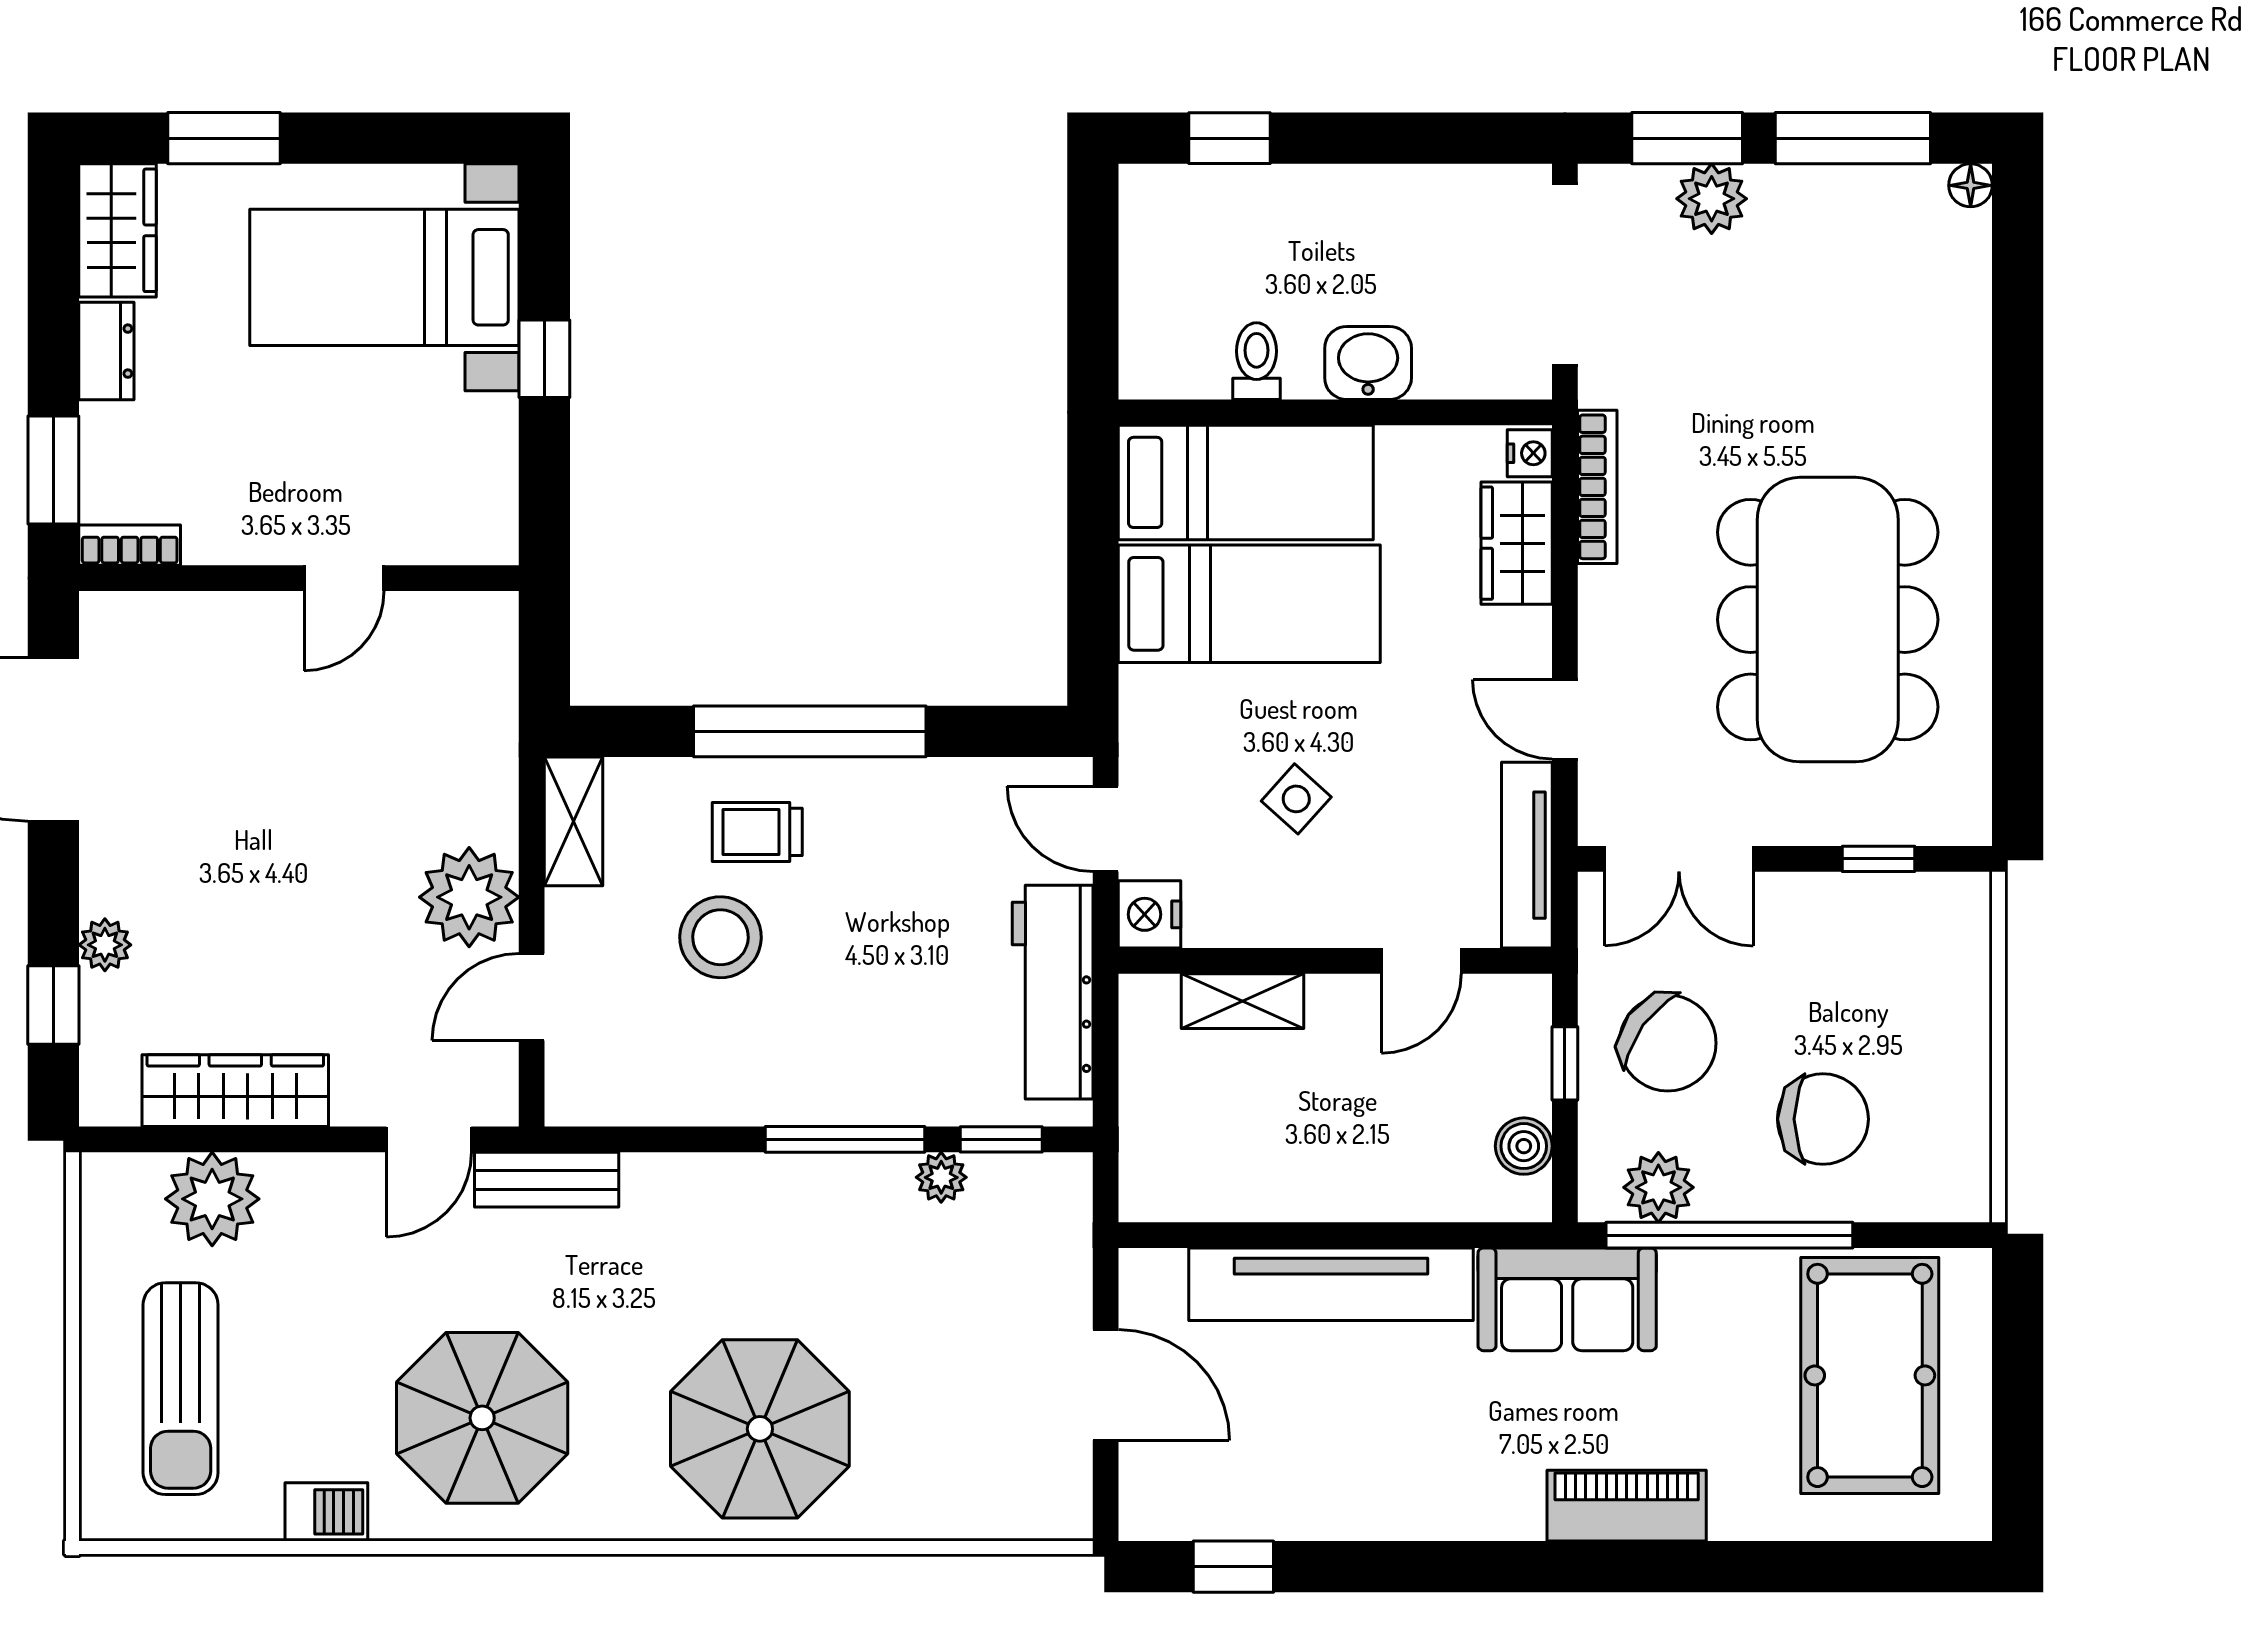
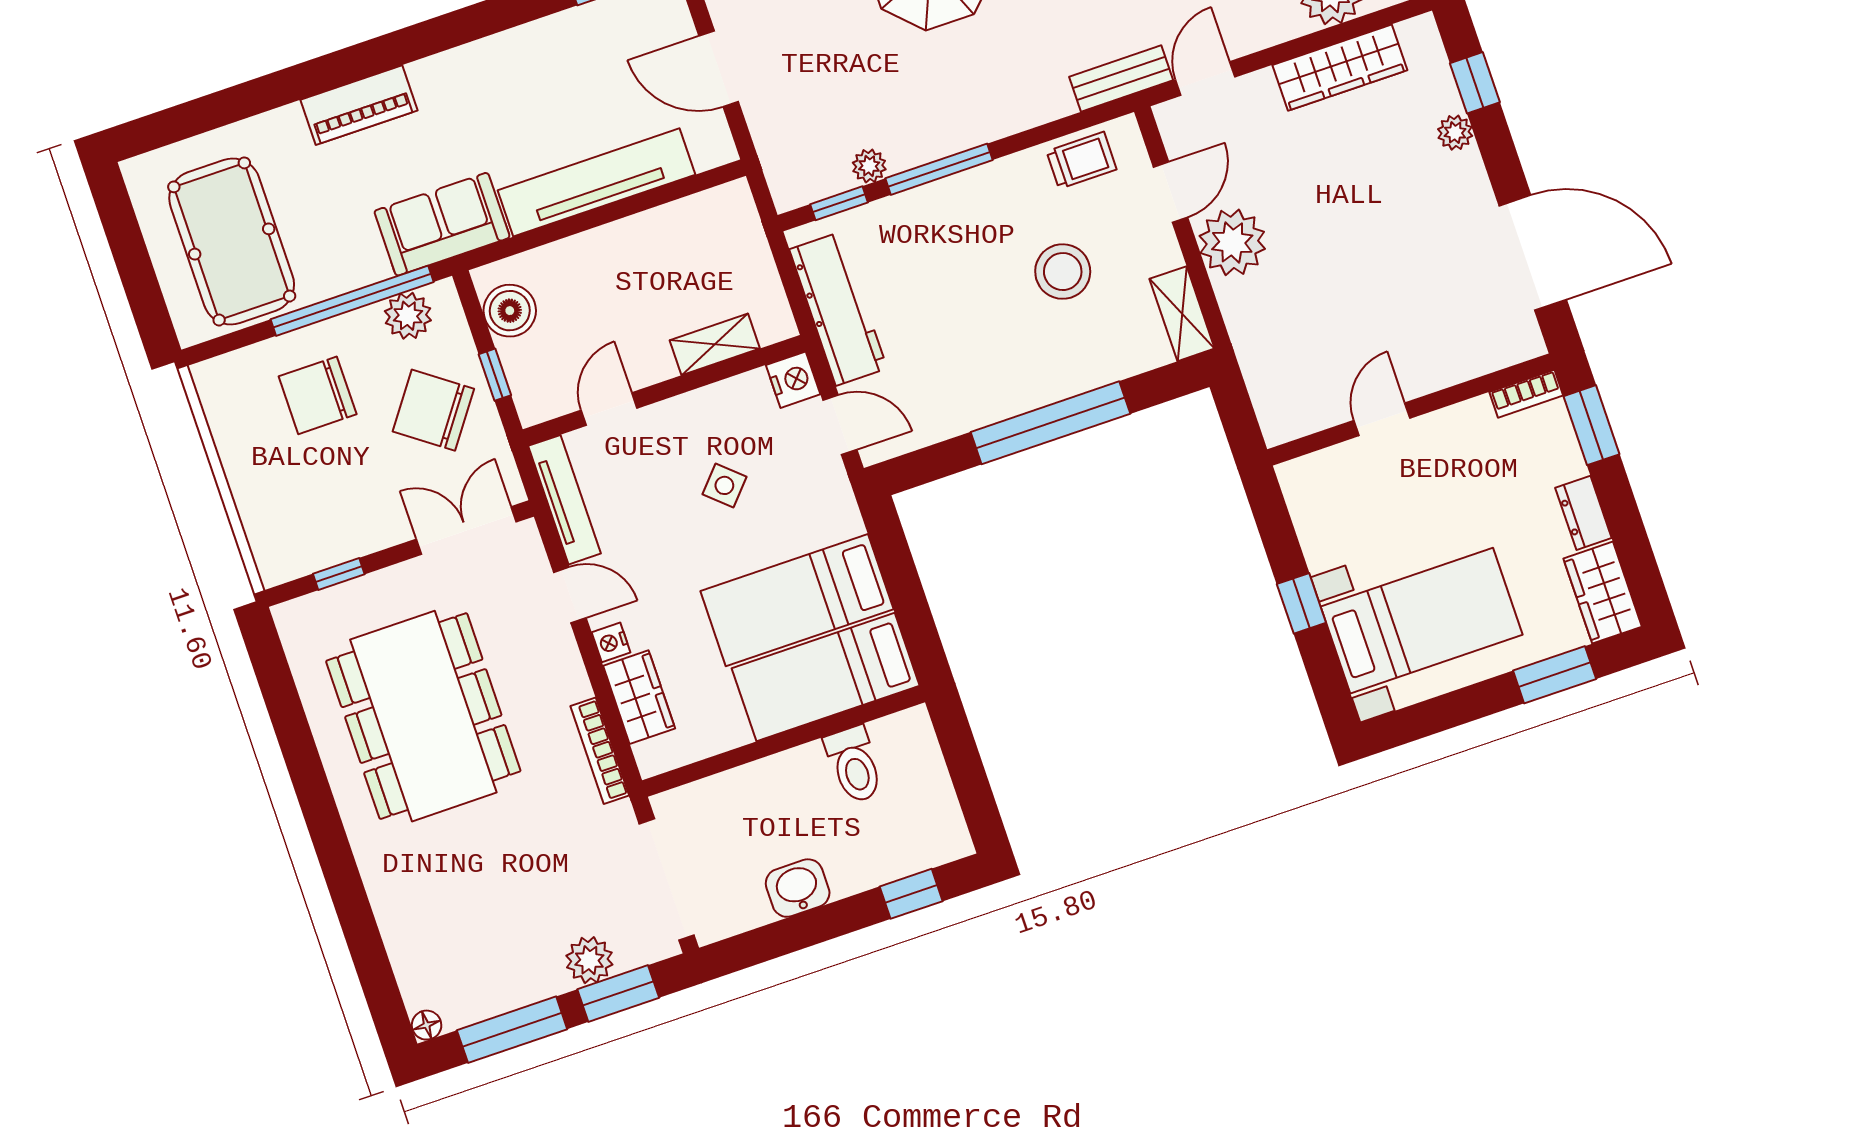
toilet: (1256, 361) -> (854, 765), width x1.37, depth x1.39
washbasin: (1368, 363) -> (798, 888), moved, turned 180
nightstand: (1530, 453) -> (611, 642), moved
trolley: (757, 832) -> (1082, 160), moved
boiler: (1524, 1146) -> (510, 311), width x1.36, depth x1.36

